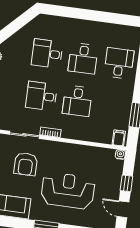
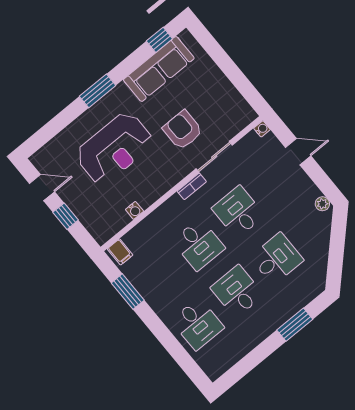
window: (73, 13) -> (295, 325), added
desk: (41, 96) -> (238, 212), turned -90
desk: (77, 101) -> (199, 245), turned 180
water cooler: (120, 155) -> (134, 210), moved

